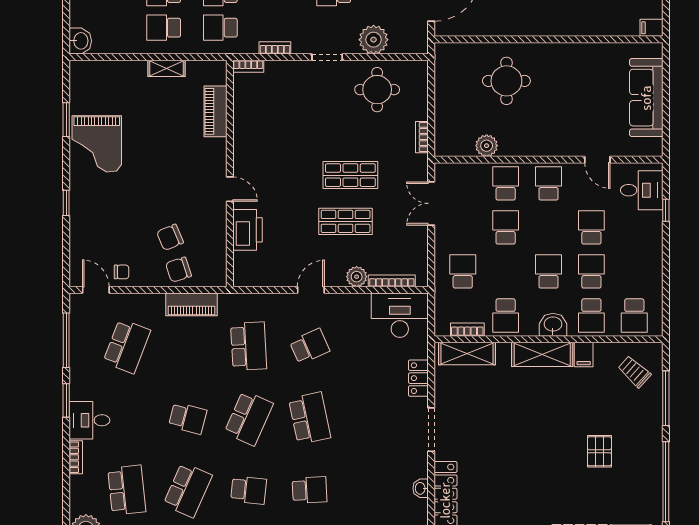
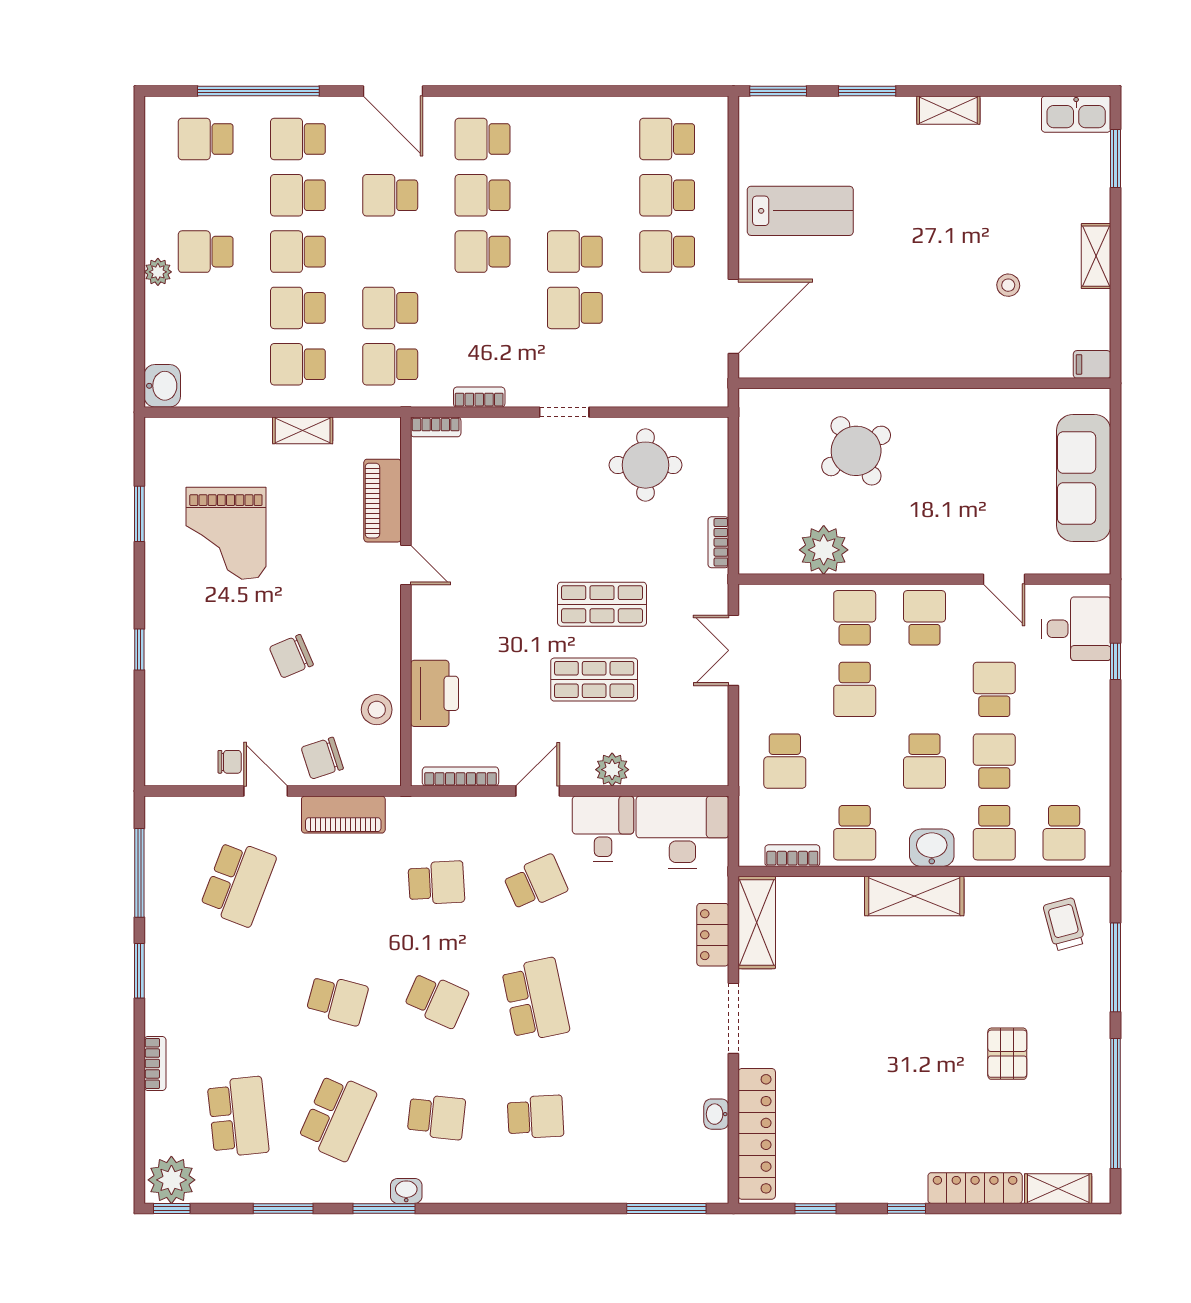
plant: (374, 40) -> (640, 384), removed
round table: (506, 81) -> (856, 451), turned -32
grand piano: (97, 144) -> (226, 533), moved
plant: (487, 146) -> (824, 550), width x1.36, depth x1.36
door: (230, 189) -> (406, 565), moved
school desk: (506, 227) -> (855, 689), turned 180
chair: (170, 237) -> (291, 656), moved
stool: (212, 240) -> (377, 710), added
school desk: (463, 271) -> (785, 761), turned 180
school desk: (549, 271) -> (924, 761), turned 180
bookcase: (392, 281) -> (460, 777), moved
door: (96, 290) -> (266, 791), moved
school desk: (249, 346) -> (436, 883), width x0.54
shelving: (467, 354) -> (757, 922), moved, turned 90
filing cabinet: (584, 354) -> (982, 896), removed
trolley: (634, 372) -> (1064, 924), turned 33
school desk: (249, 418) -> (436, 1000), width x0.54
desk: (89, 420) -> (603, 829), moved, turned 90

